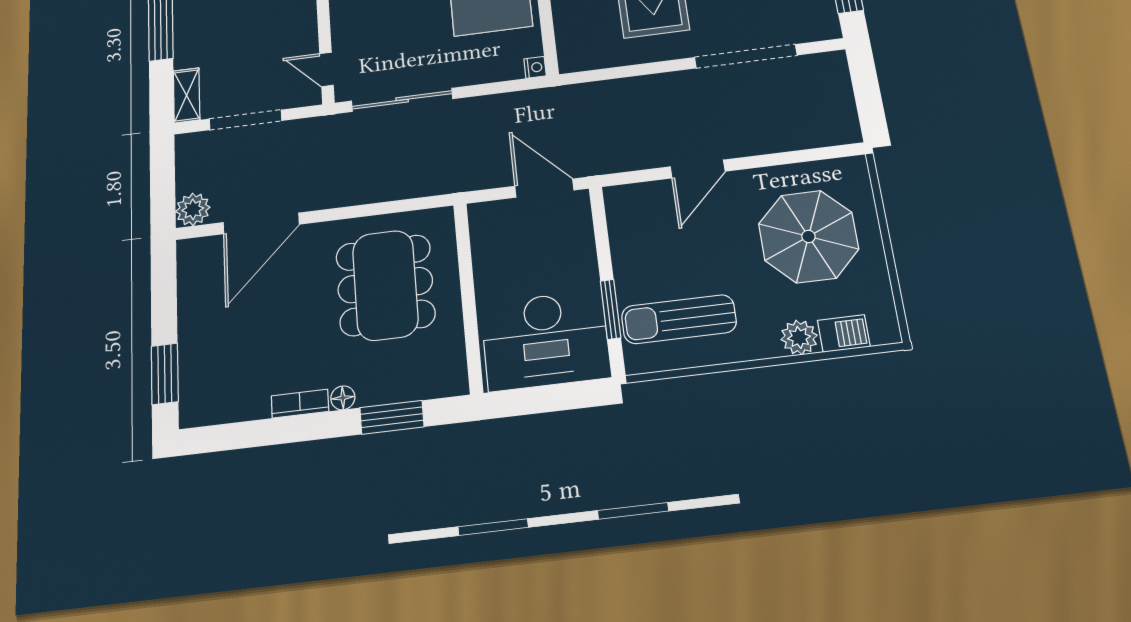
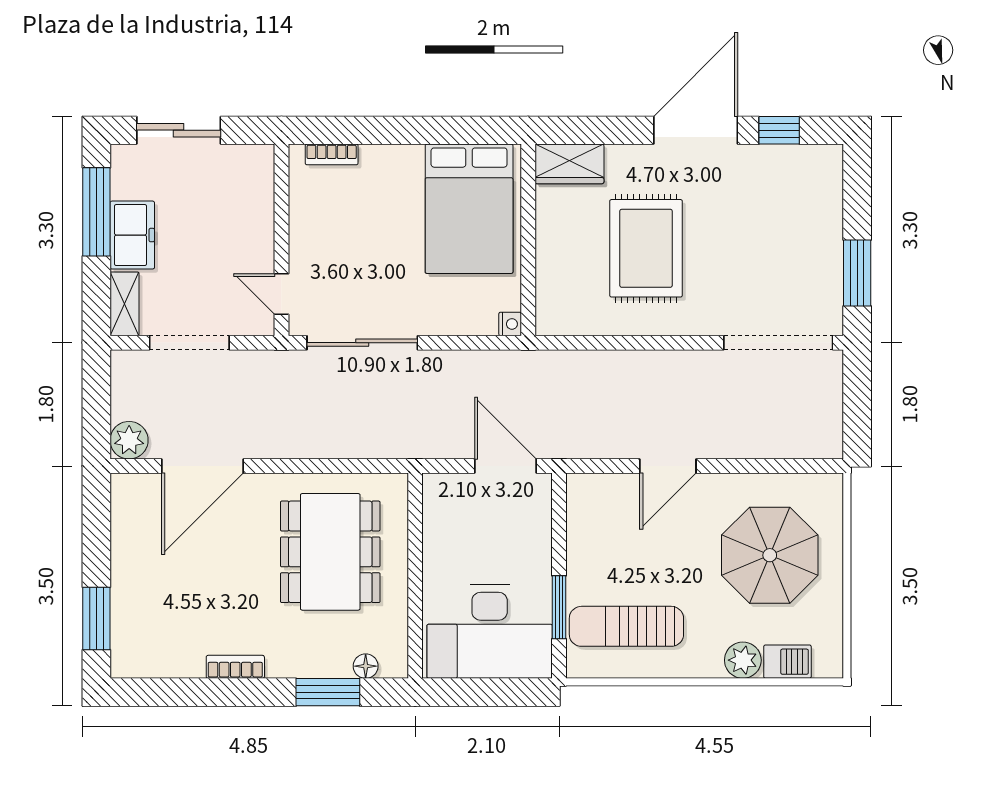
freezer: (192, 39) -> (132, 235), added
doorway: (746, 56) -> (778, 343), moved
floor lamp: (343, 398) -> (366, 666), moved

